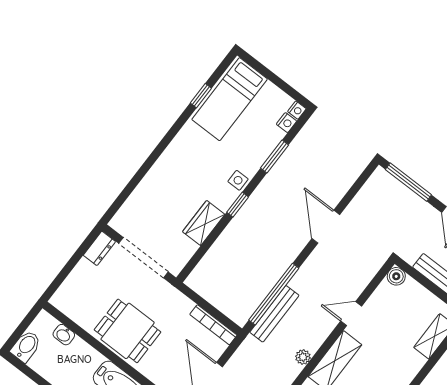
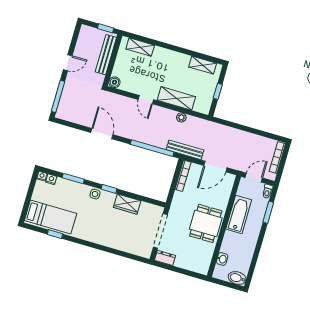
door: (326, 227) -> (102, 134), swing flipped
bench: (274, 314) -> (185, 150), moved

